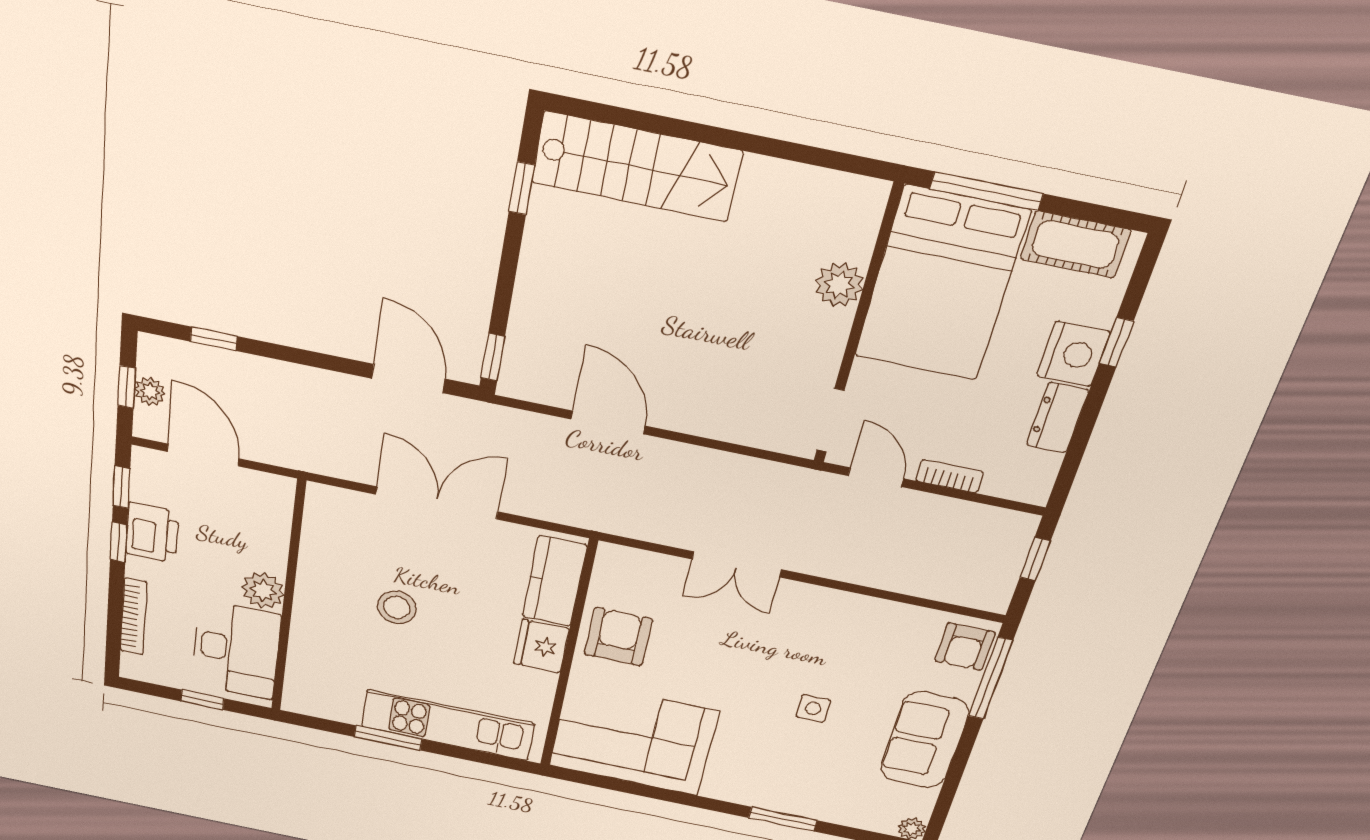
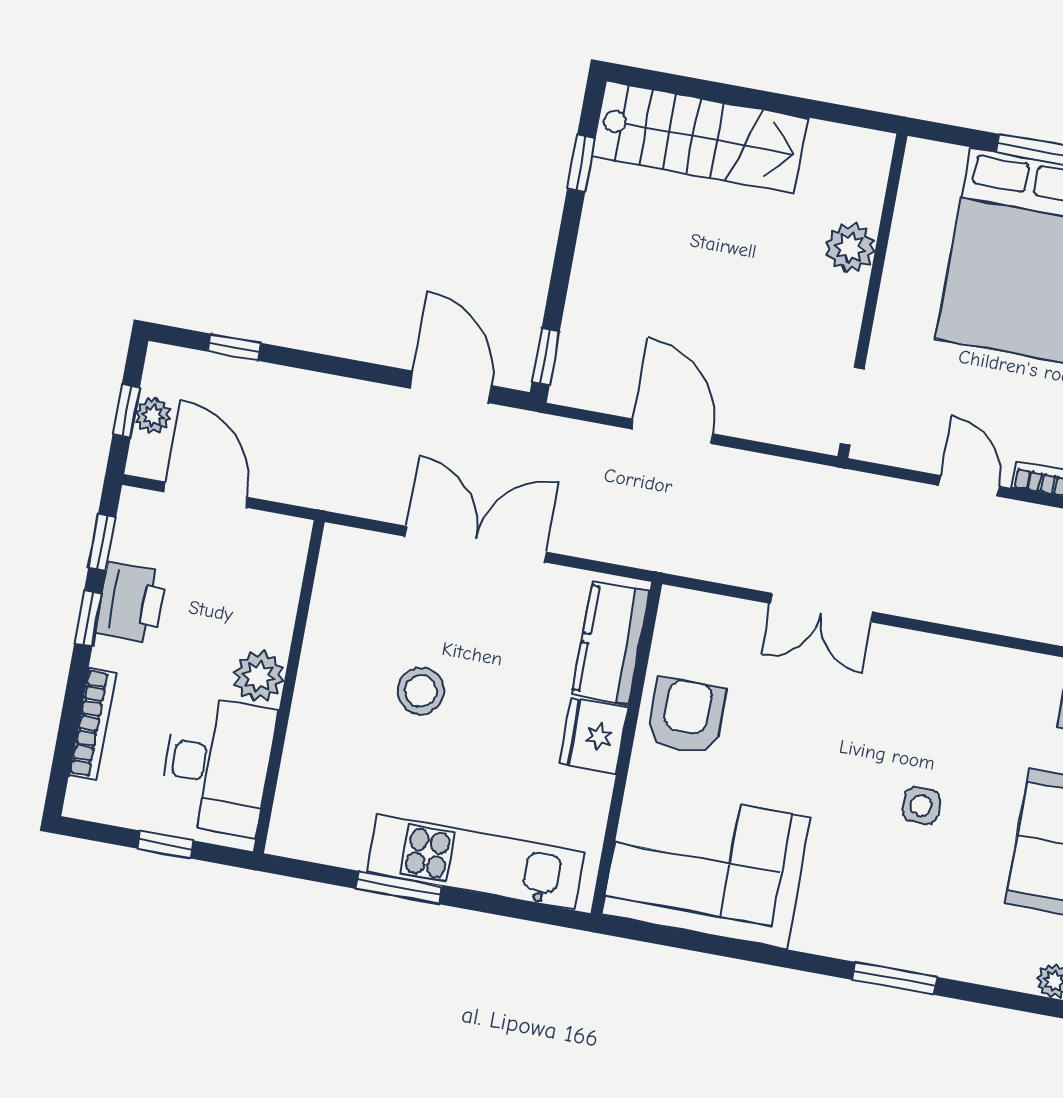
plant: (839, 285) -> (850, 248), moved
wall: (857, 328) -> (872, 296), moved
doorway: (830, 420) -> (852, 406), moved

